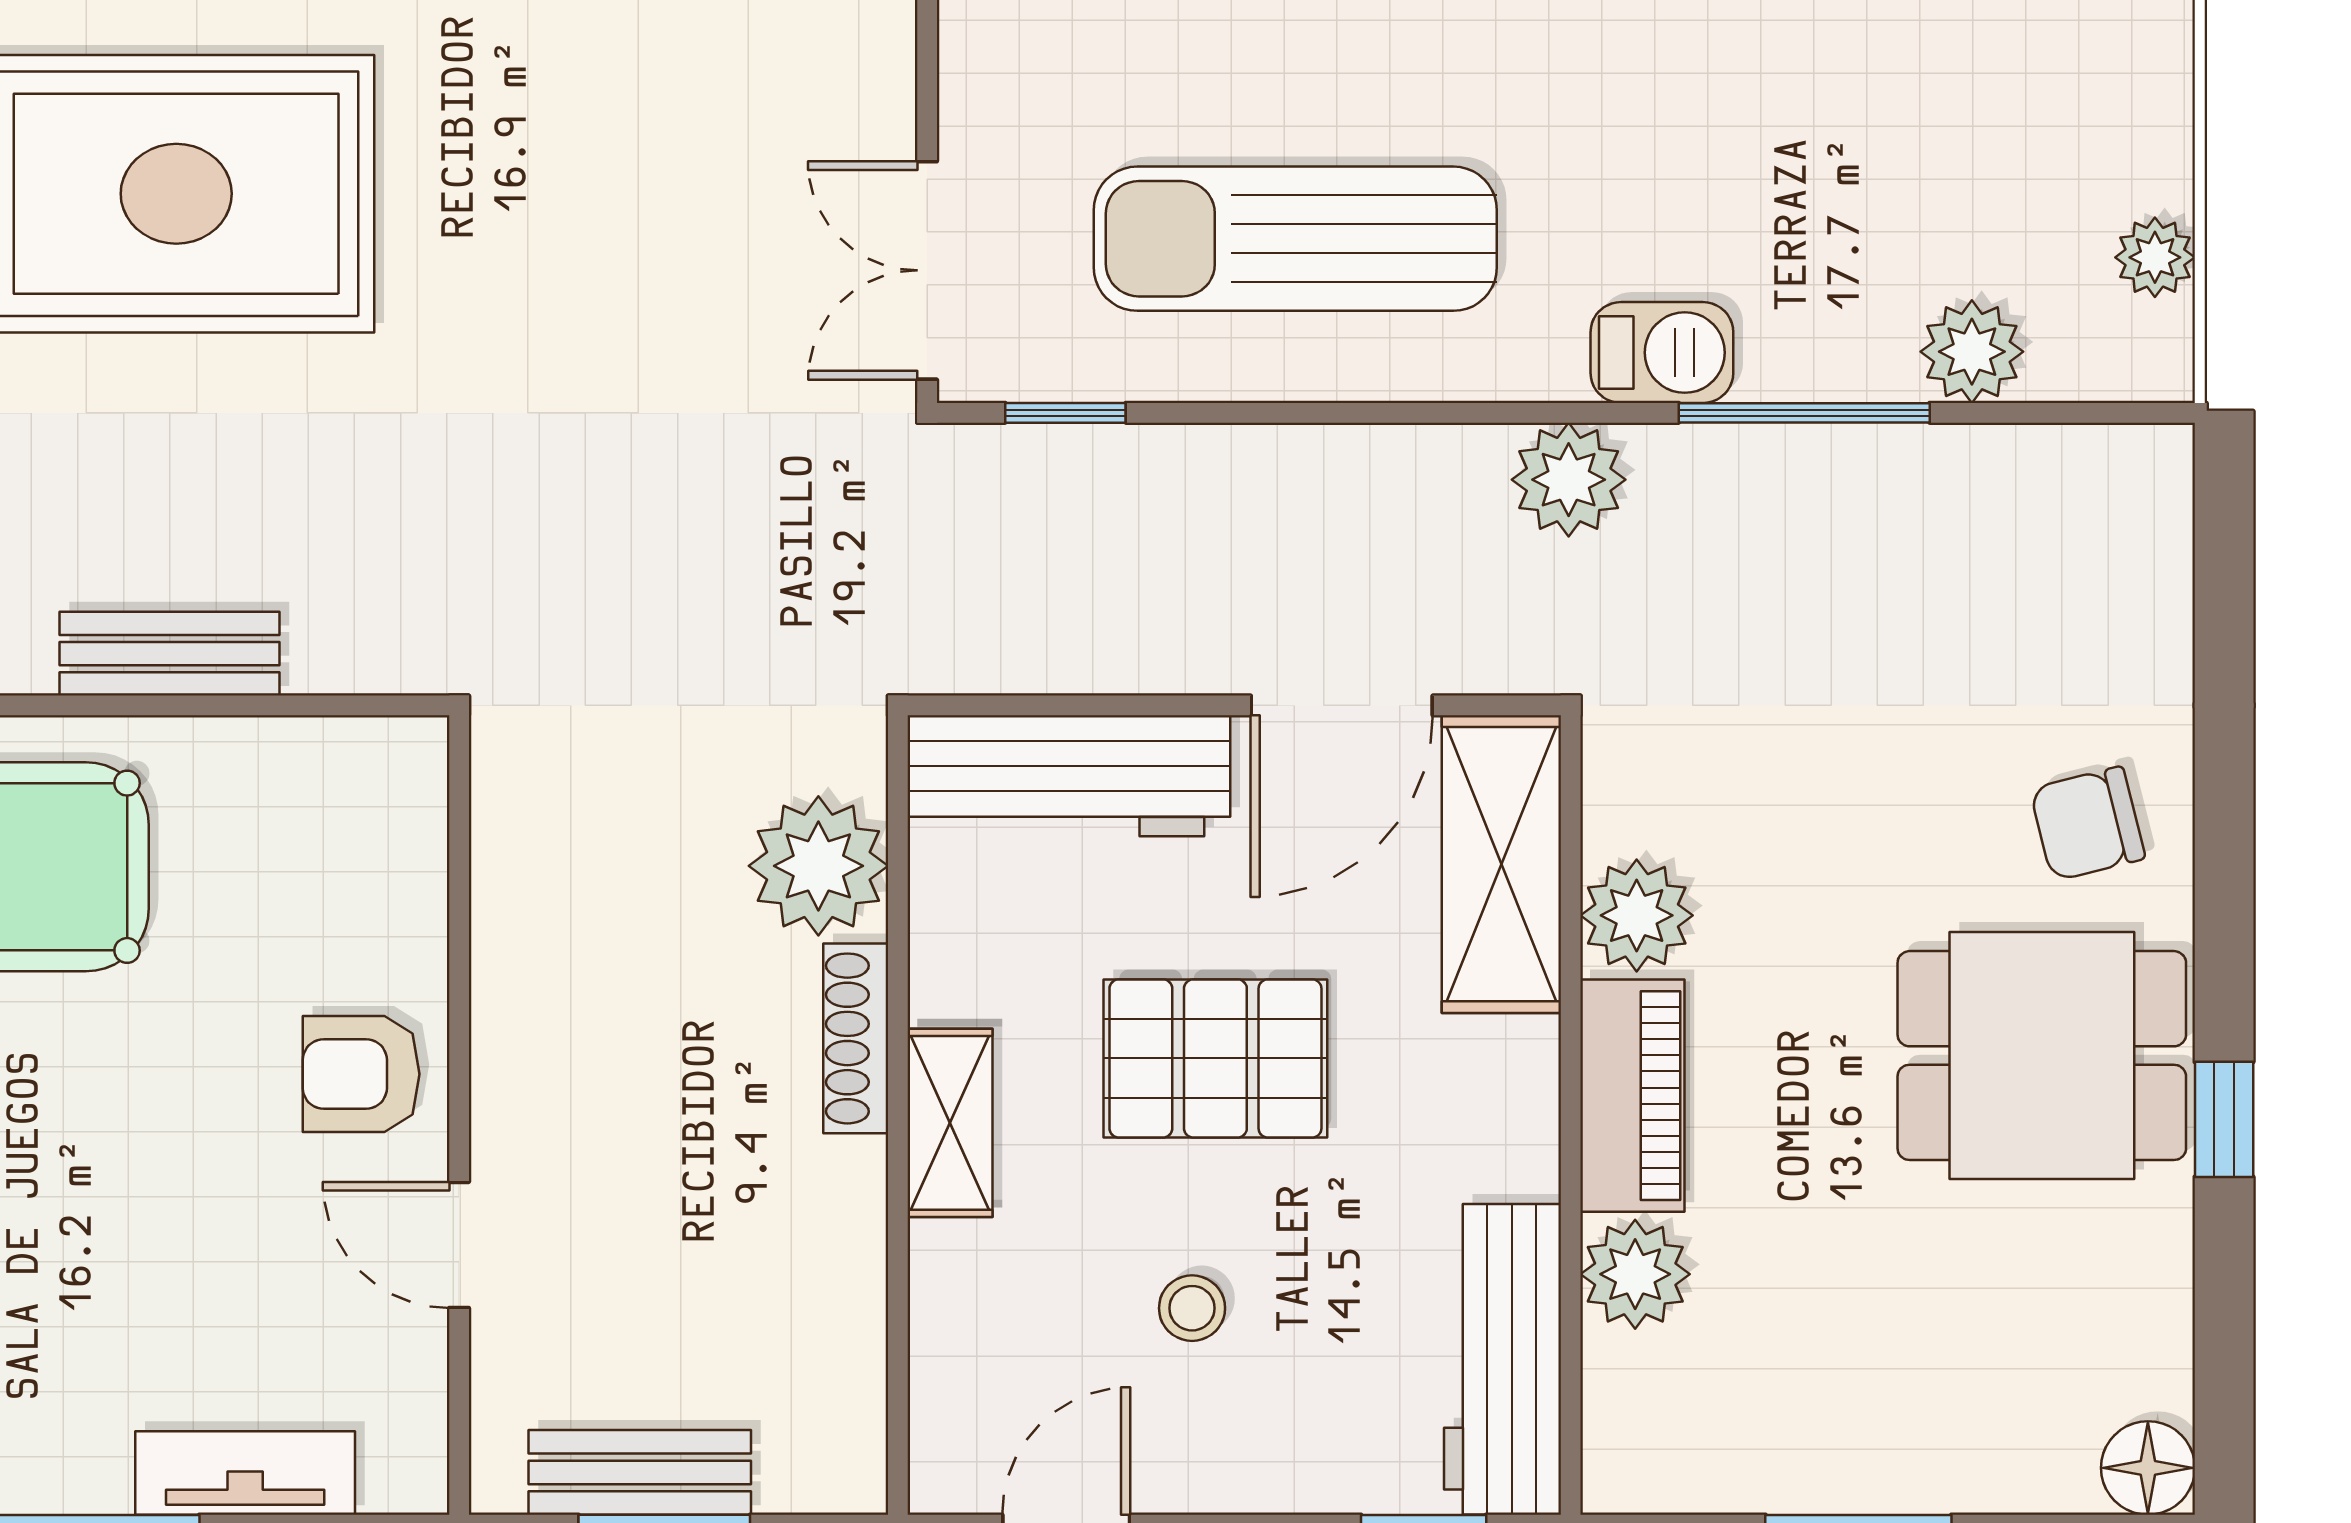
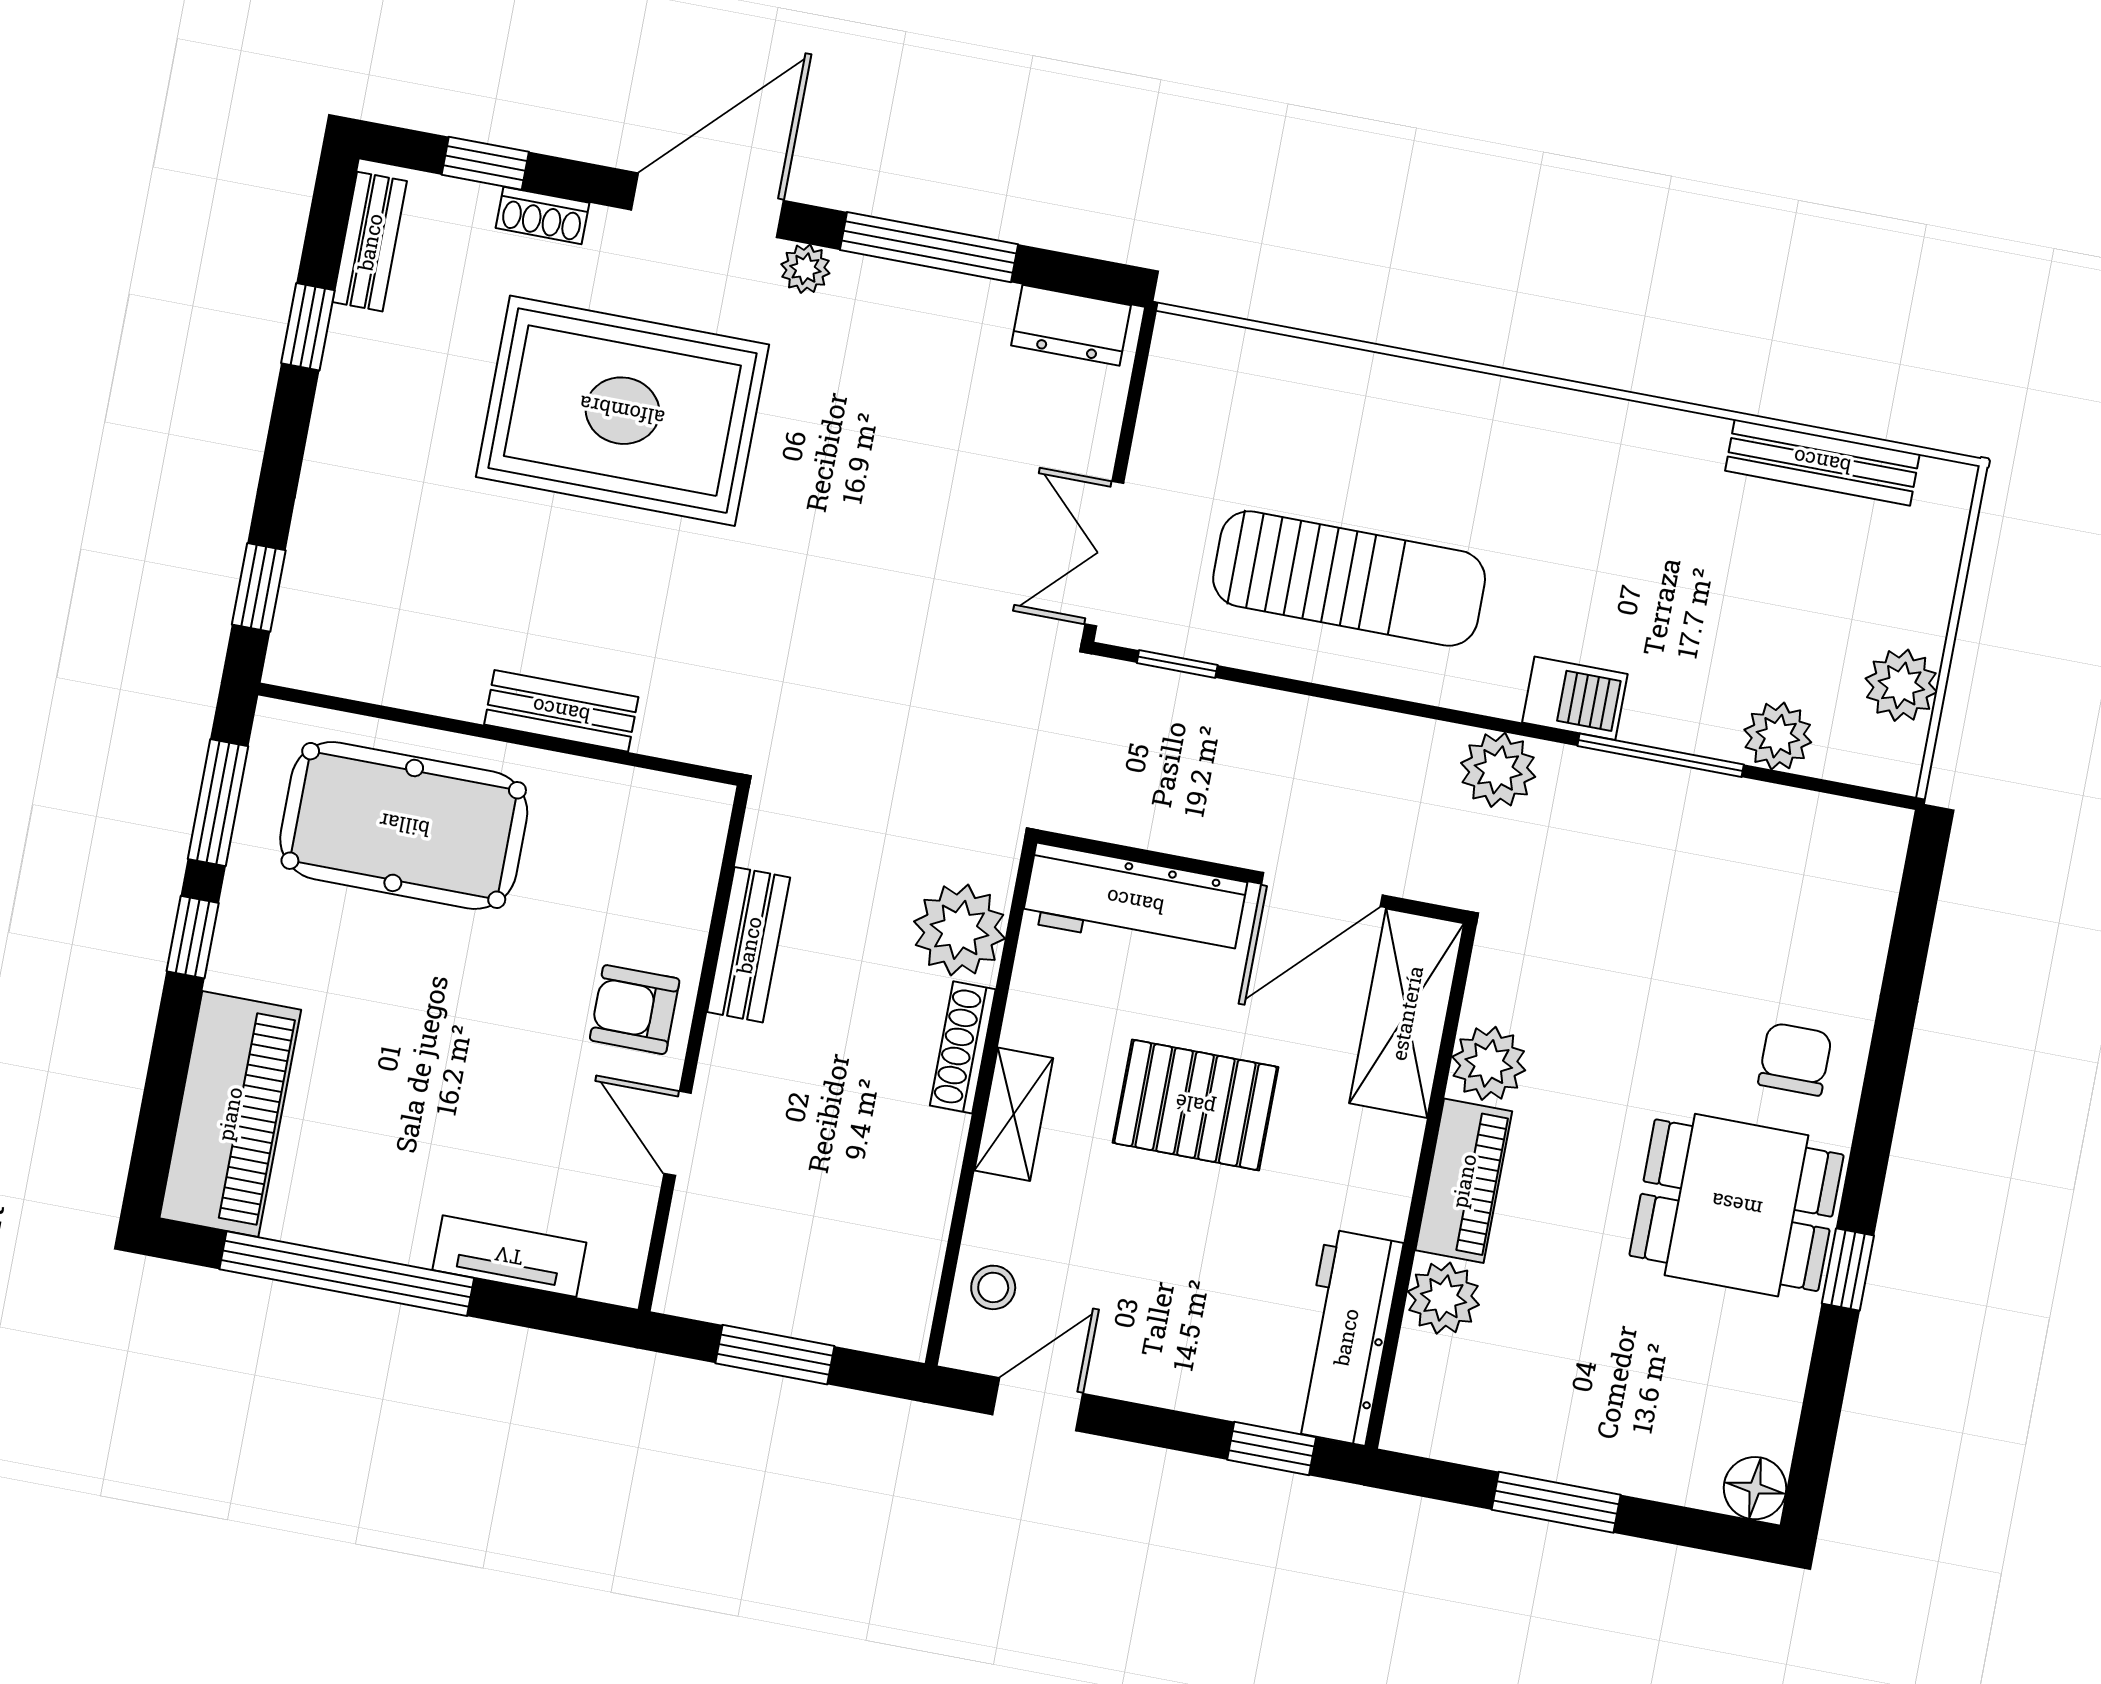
sun lounger: (1295, 239) -> (1349, 579), turned 180
plant: (2155, 257) -> (1901, 685), width x1.38, depth x1.38
chair: (2087, 824) -> (1795, 1059), turned 104
stool: (1192, 1308) -> (993, 1287), moved
bench: (640, 1472) -> (749, 945), moved, turned 90

